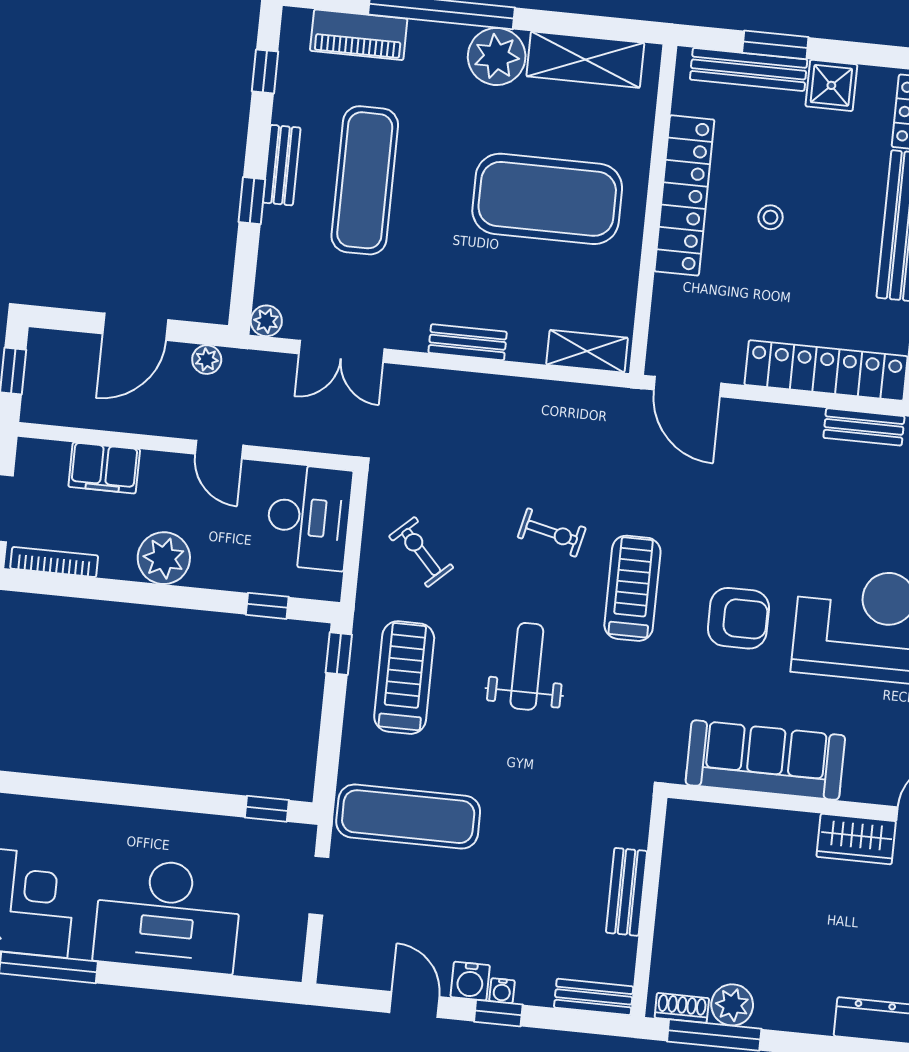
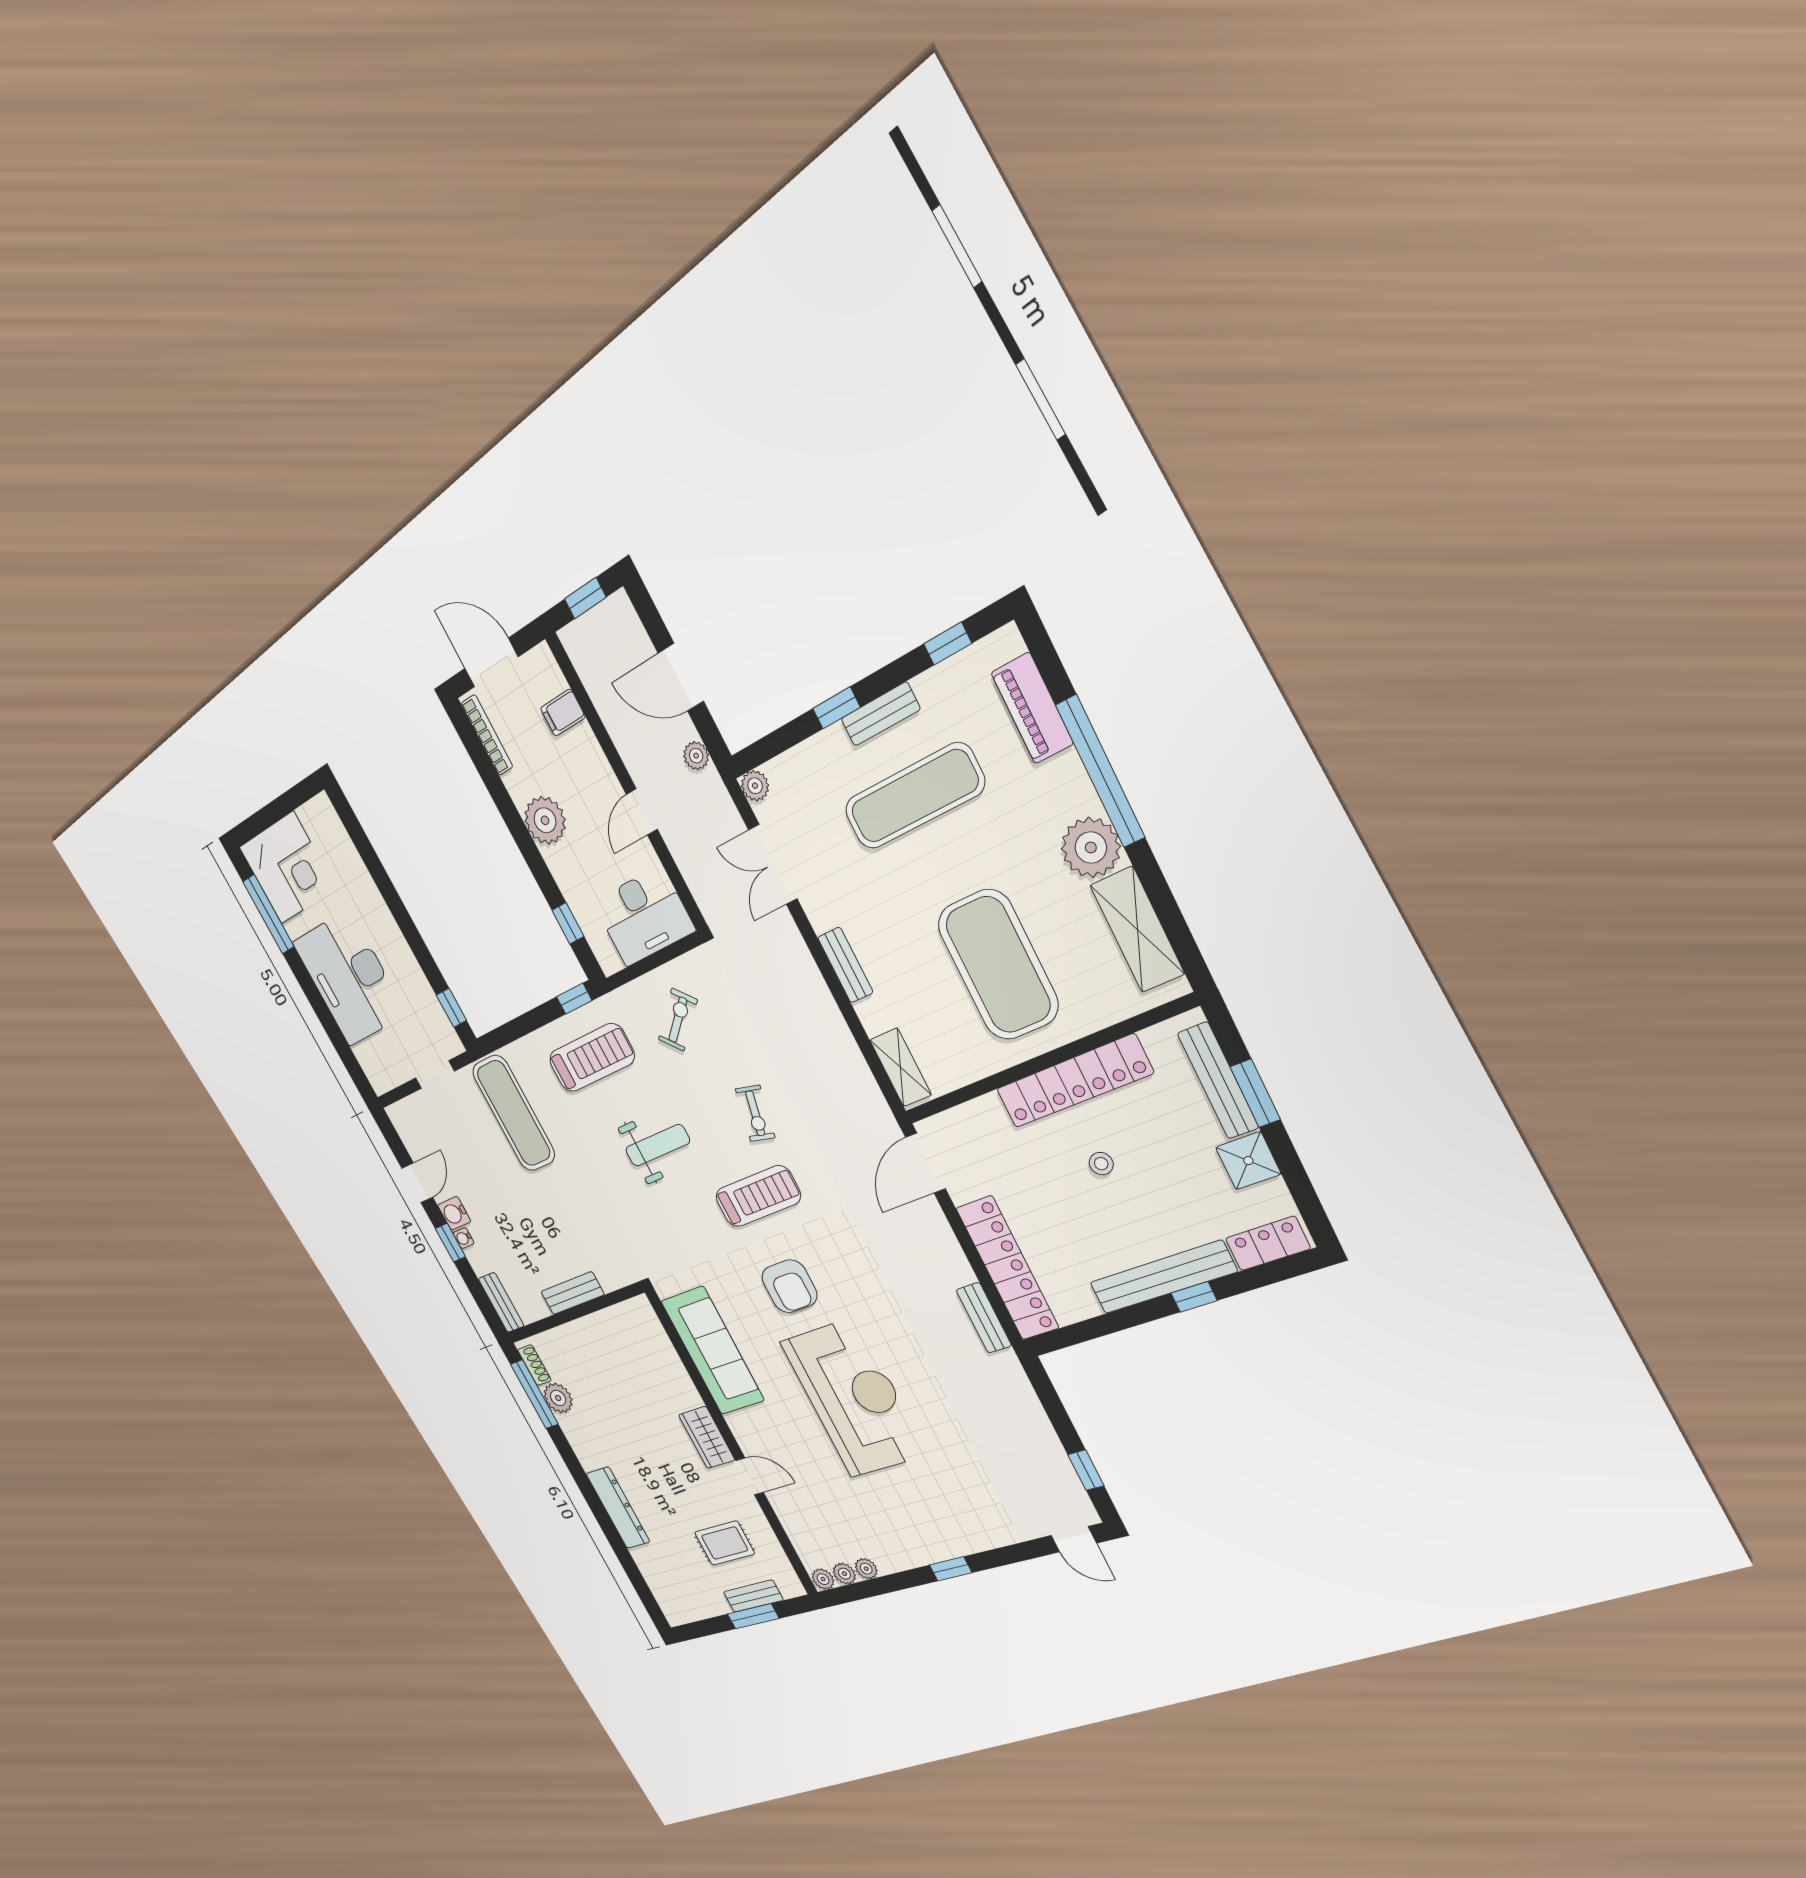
filing cabinet: (104, 468) -> (563, 713), width x0.50

